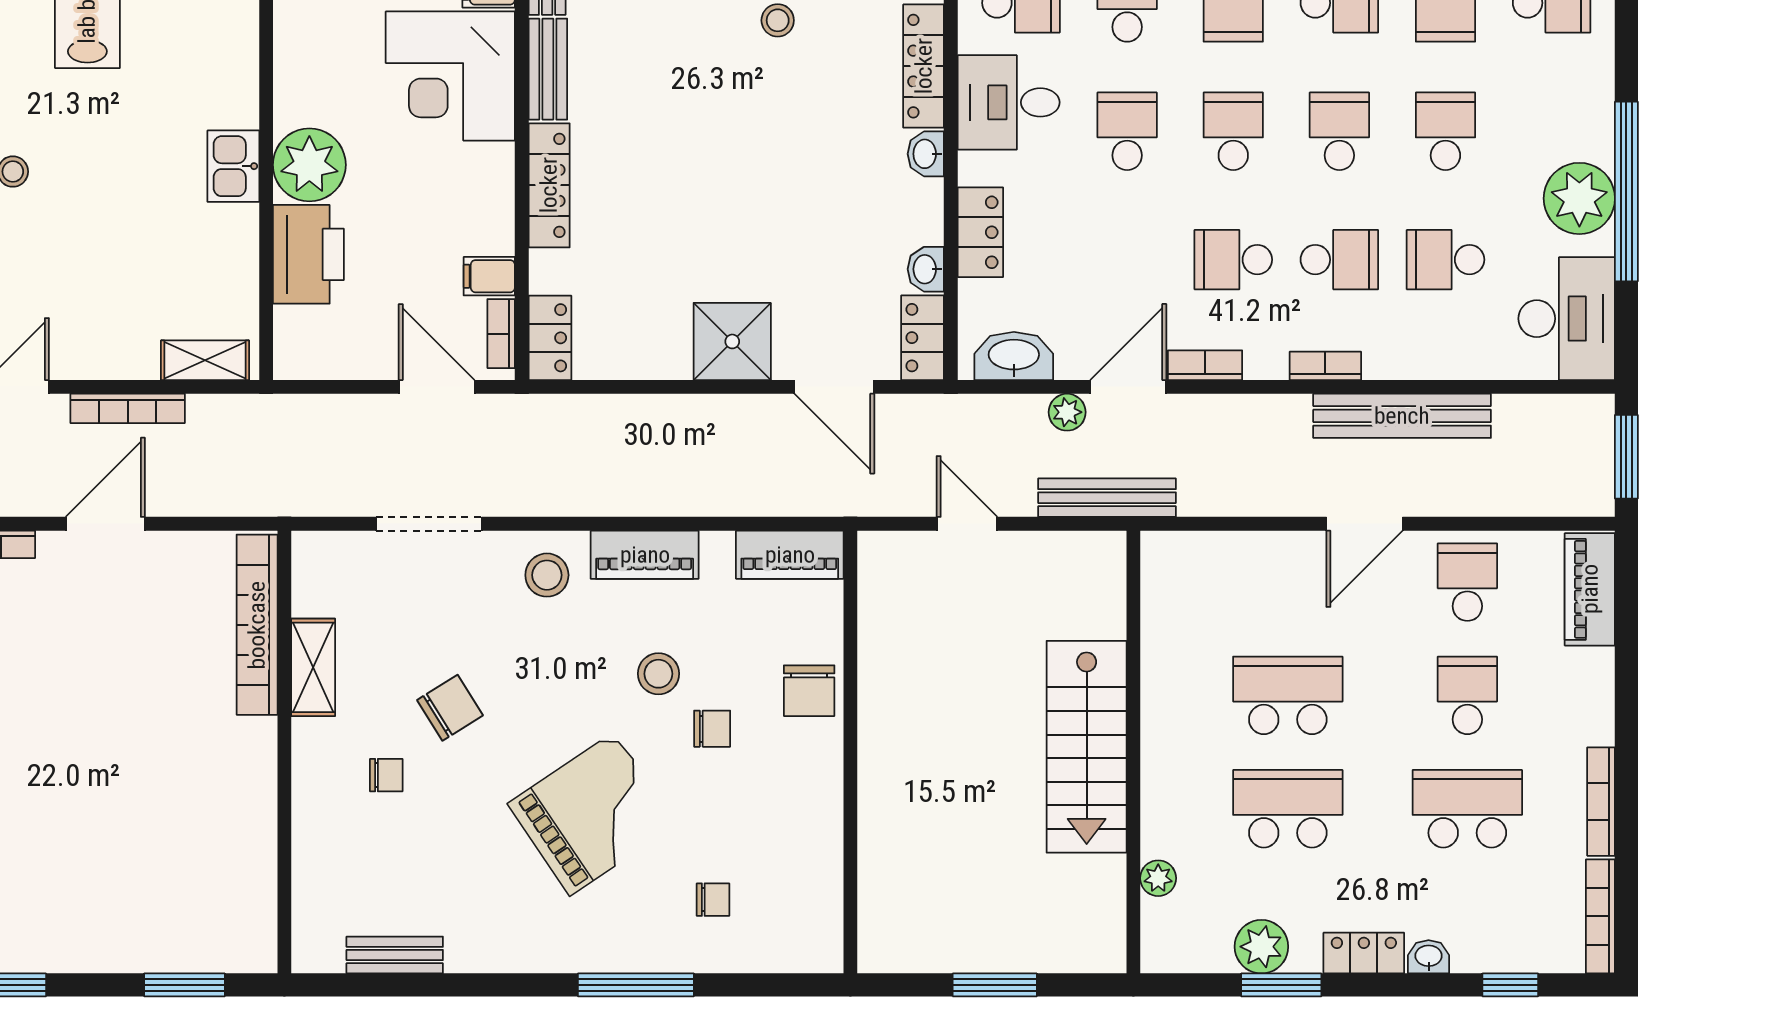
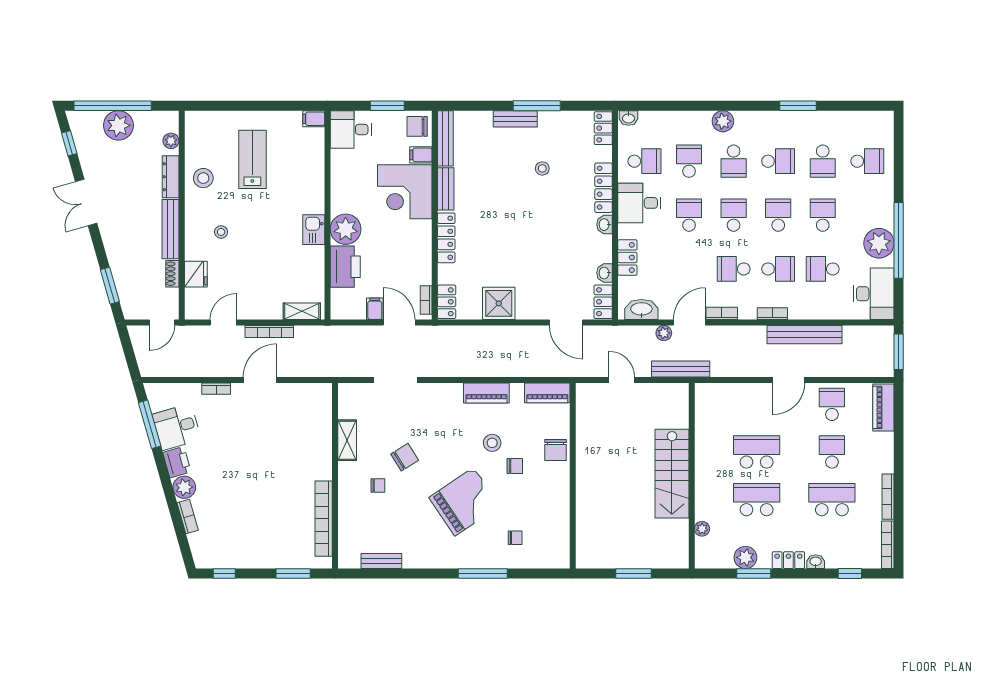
filing cabinet: (489, 276) -> (375, 309), moved, turned 90
shower: (732, 341) -> (499, 303), moved
stool: (547, 575) -> (445, 401), removed
bookcase: (257, 625) -> (324, 519), moved

